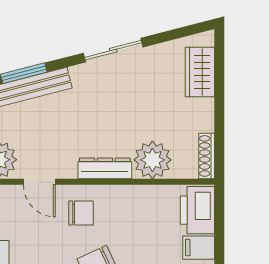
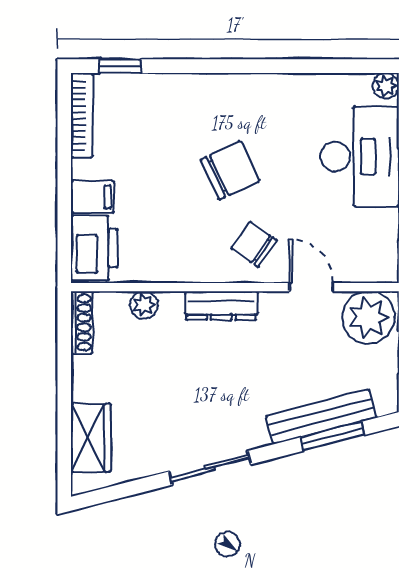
plant: (152, 160) -> (144, 305), width x0.53, depth x0.53
chair: (81, 213) -> (254, 244), turned 35

